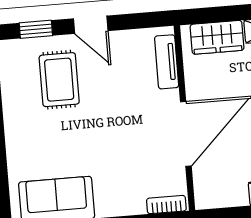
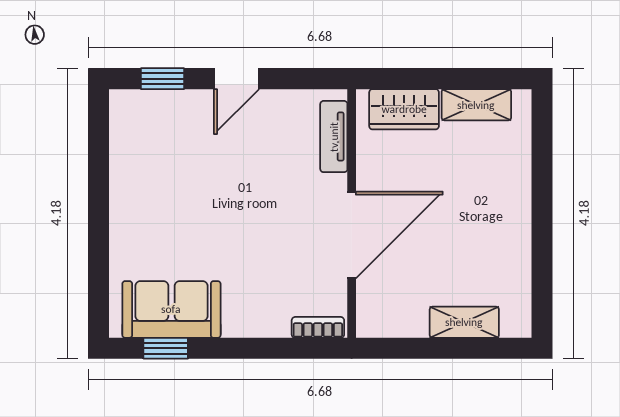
door: (91, 25) -> (236, 79), hinge flipped
rug: (59, 80) -> (188, 148), removed

